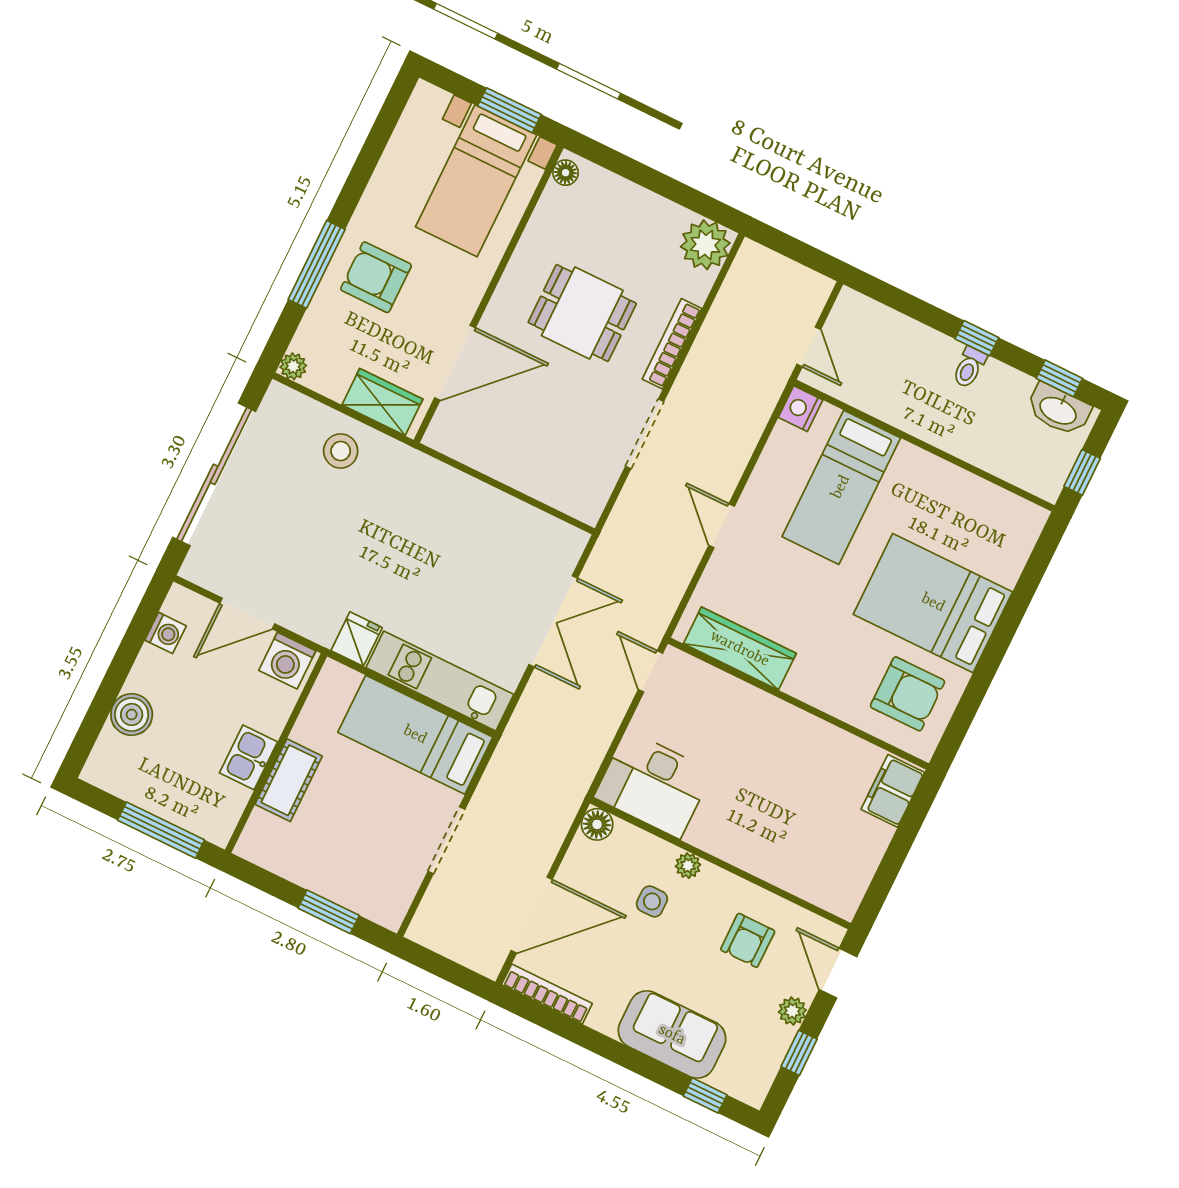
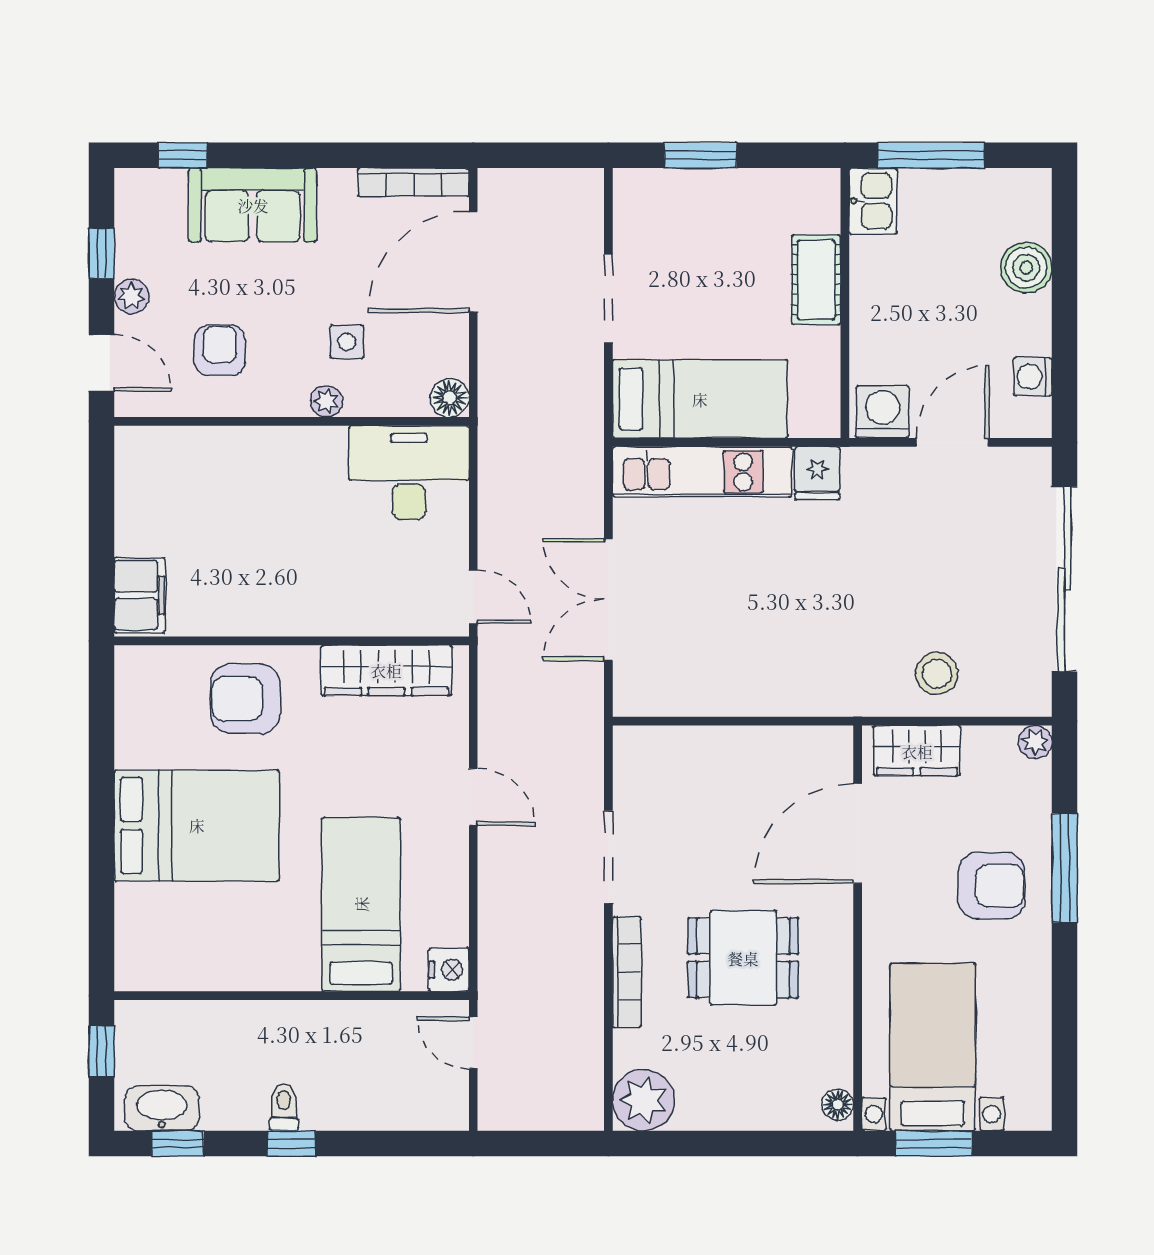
armchair: (908, 694) -> (245, 699), moved
kitchen sink: (249, 757) -> (873, 201), moved

